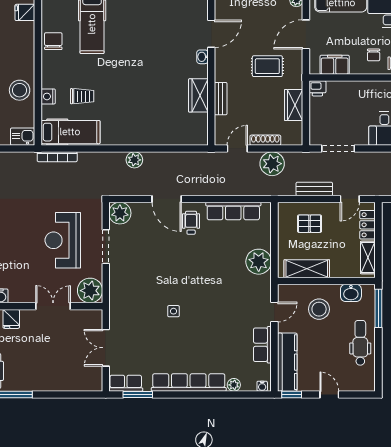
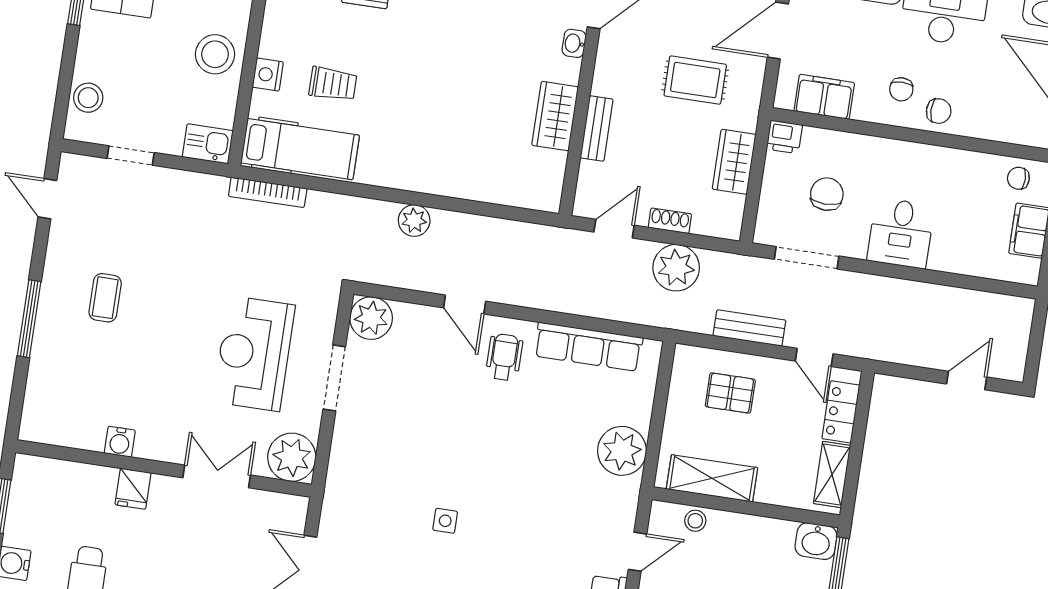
chair: (344, 114) -> (827, 194), added
shoe rack: (265, 140) -> (670, 221), width x0.70
door: (167, 199) -> (465, 305), width x0.73
door: (350, 199) -> (814, 357), hinge flipped
washbasin: (351, 293) -> (816, 541), moved
stool: (319, 309) -> (695, 521), moved, width x0.53, depth x0.53

